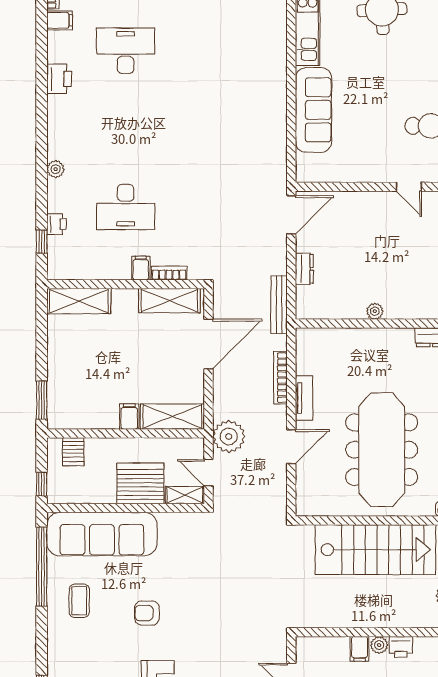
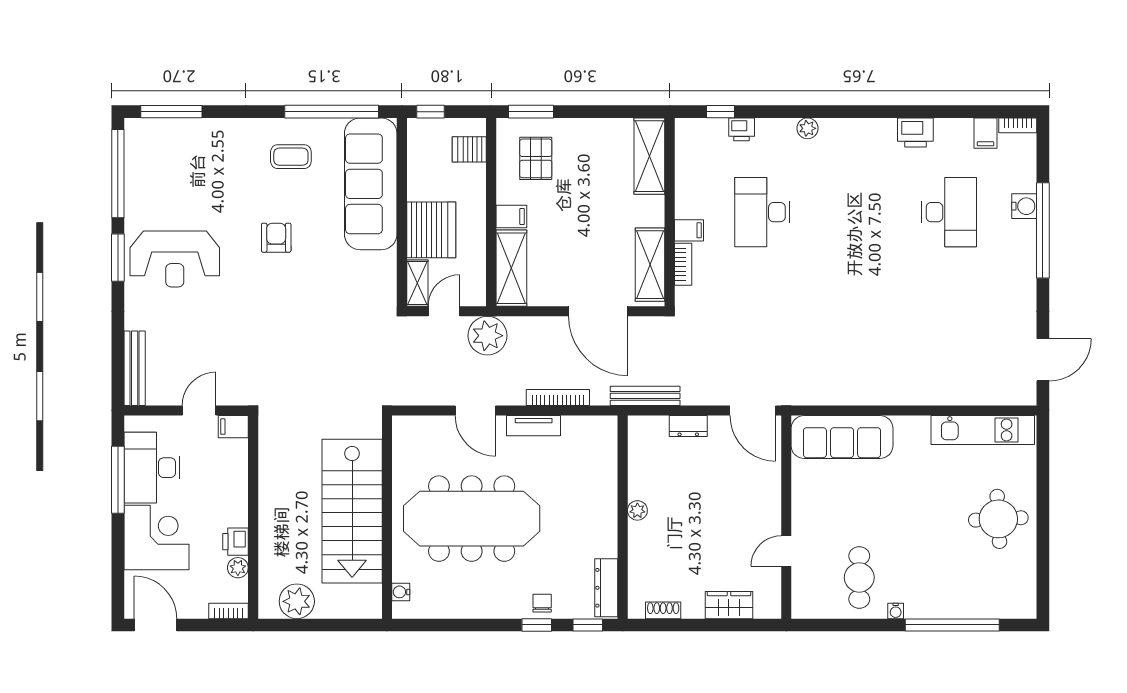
sofa: (314, 110) -> (842, 437), moved
pallet: (81, 396) -> (536, 158), added
plant: (379, 645) -> (238, 568), moved
filing cabinet: (360, 649) -> (233, 427), moved

